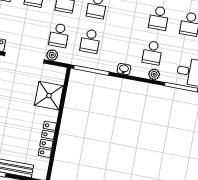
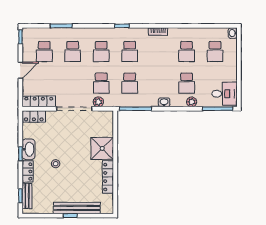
shower: (49, 96) -> (102, 148), moved

